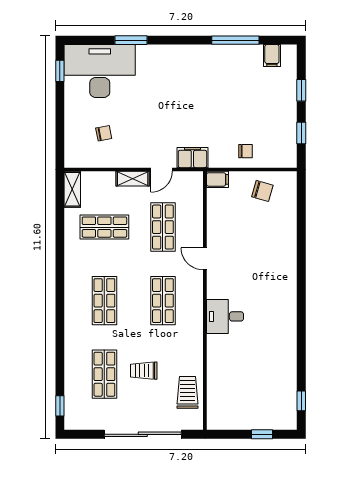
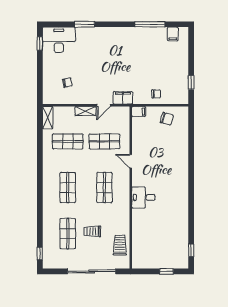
desk: (100, 71) -> (59, 40), width x0.73, depth x0.77
window: (301, 90) -> (191, 56), removed
shop shelf: (163, 227) -> (104, 141), turned 90

